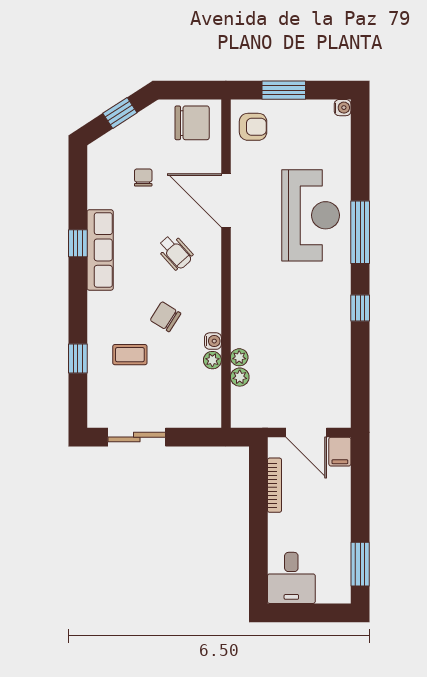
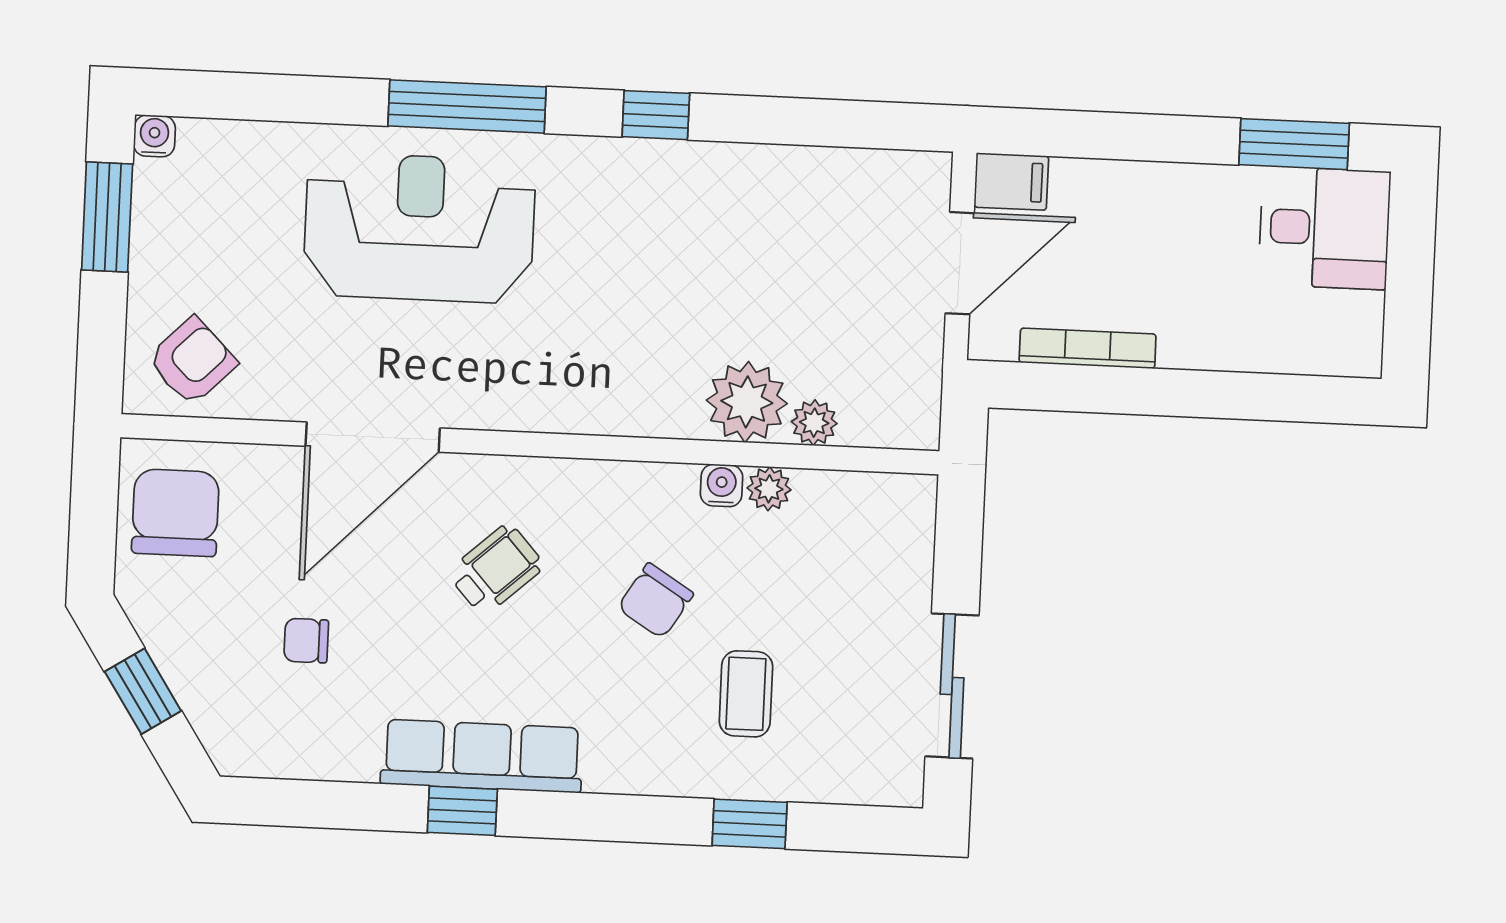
window: (284, 90) -> (107, 217), moved
armchair: (253, 127) -> (192, 361), turned 45
plant: (239, 357) -> (747, 402), width x1.88, depth x1.88
desk: (291, 578) -> (1325, 228), moved

